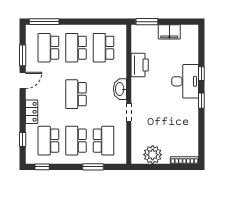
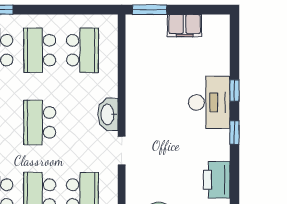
school desk: (104, 48) -> (82, 50), turned 180
printer: (140, 65) -> (217, 180), moved, turned 180

